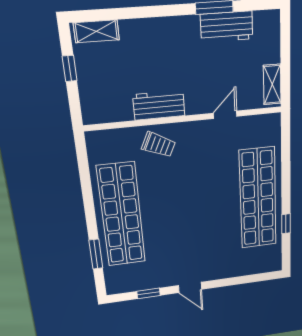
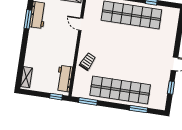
window: (70, 68) -> (56, 97), moved
workbench: (159, 105) -> (64, 79), moved
window: (83, 165) -> (88, 101), added

